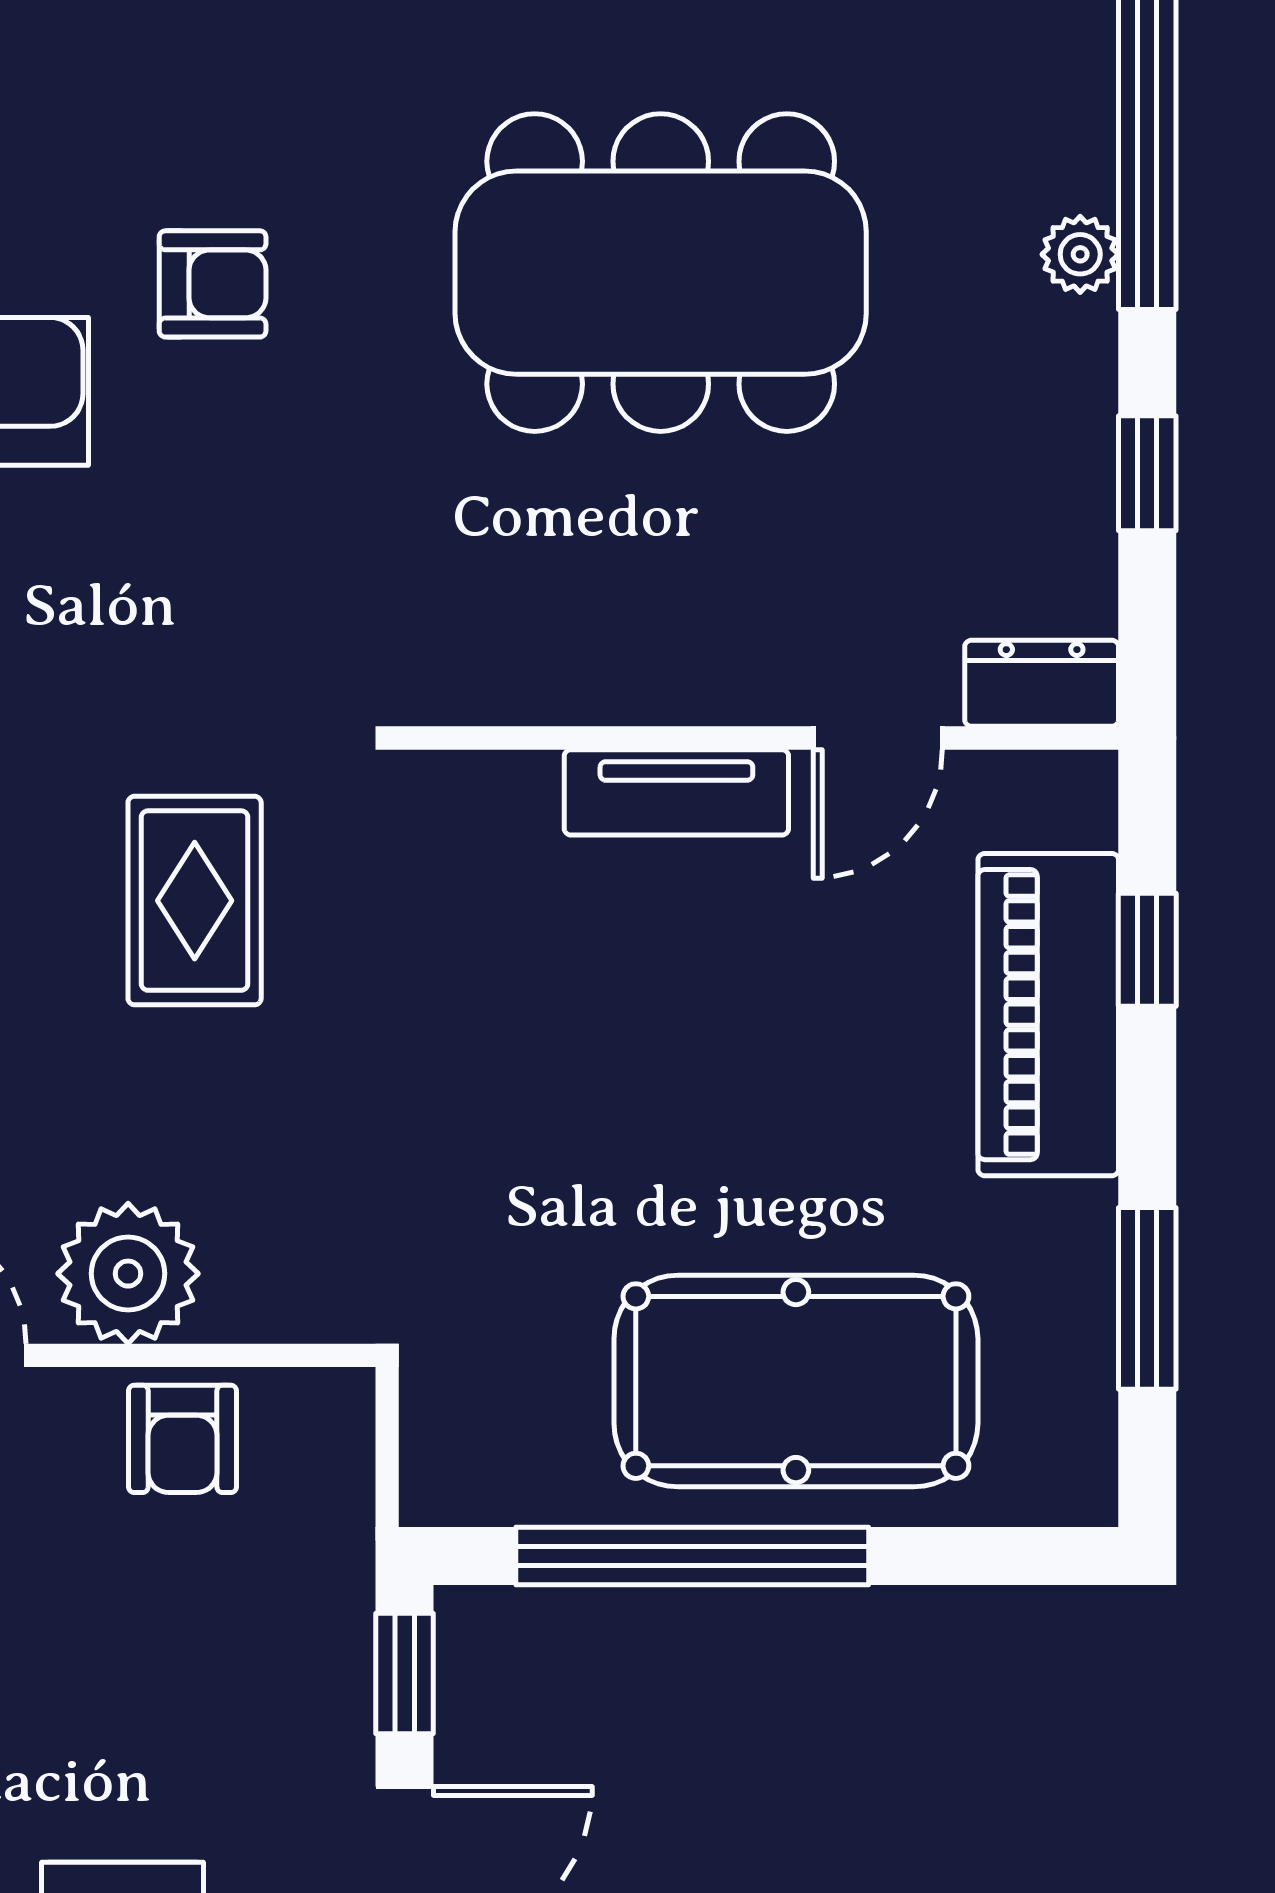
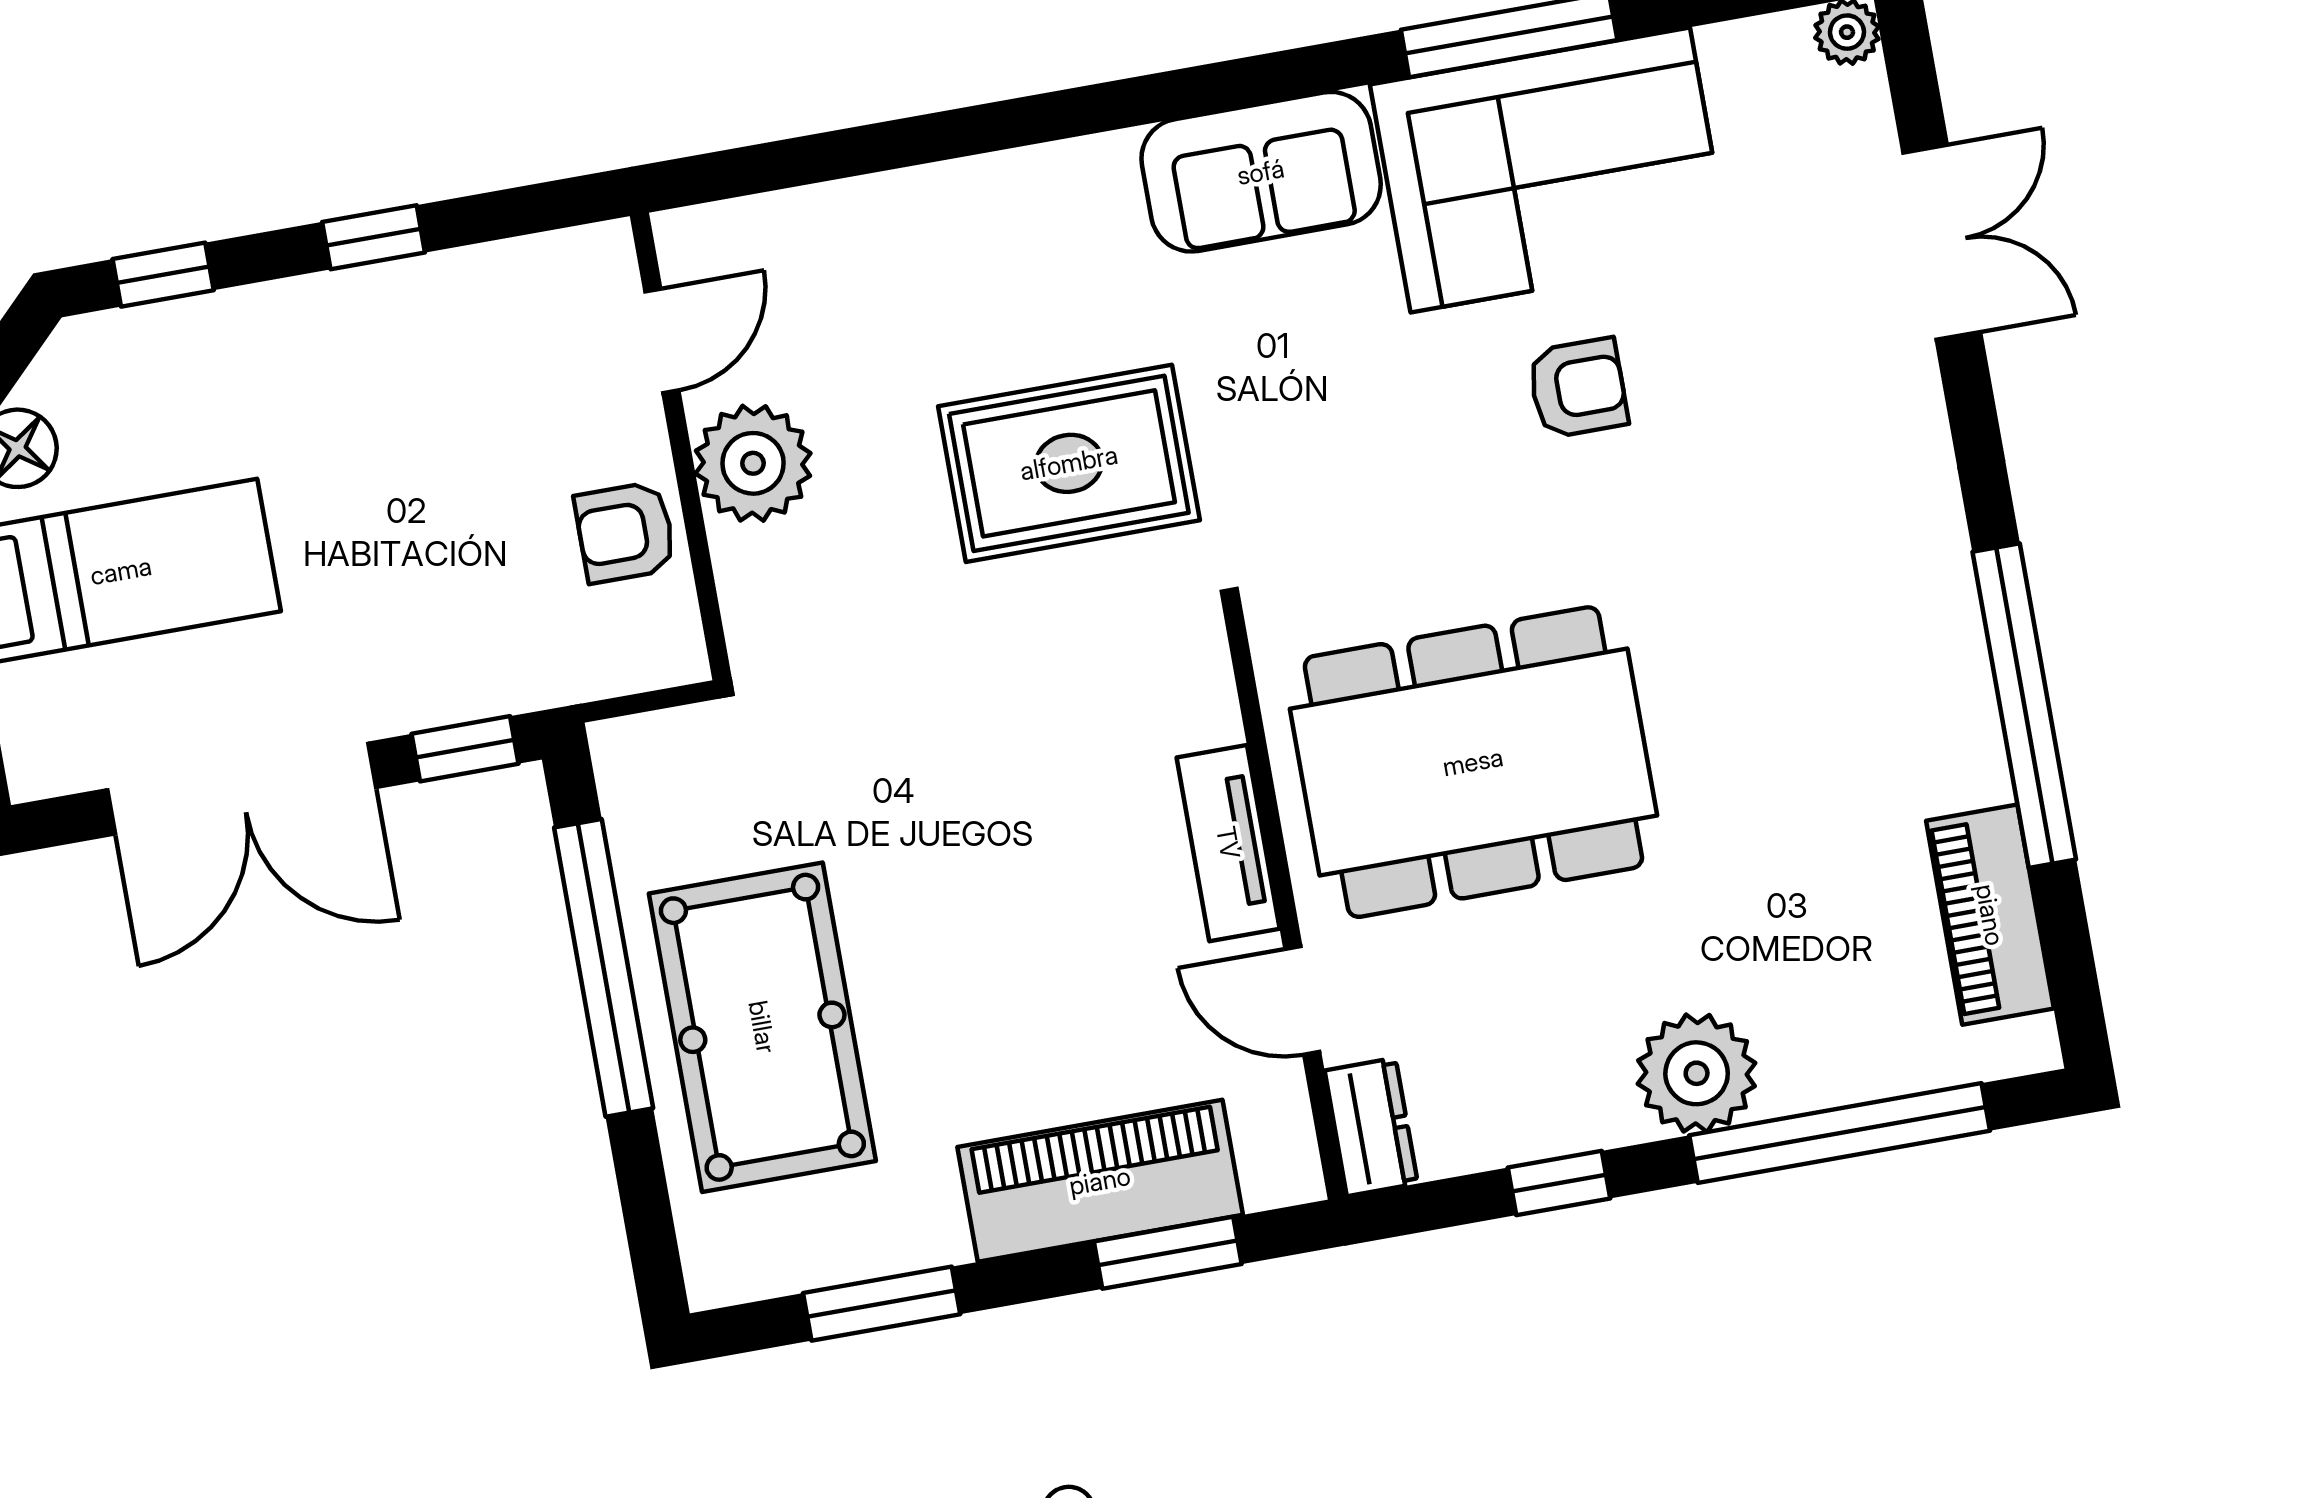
plant: (1080, 254) -> (1697, 1073), width x1.87, depth x1.87
dining table: (661, 273) -> (1473, 762), moved, turned 90
armchair: (213, 284) -> (1578, 388), turned -90
rug: (195, 901) -> (1069, 463), width x1.36, depth x1.43
window: (1147, 950) -> (1168, 1253), width x1.50

